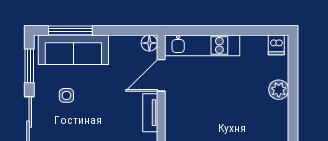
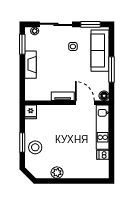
window: (70, 30) -> (112, 69), moved
dishwasher: (276, 45) -> (103, 155), moved
plant: (279, 90) -> (57, 173), moved

